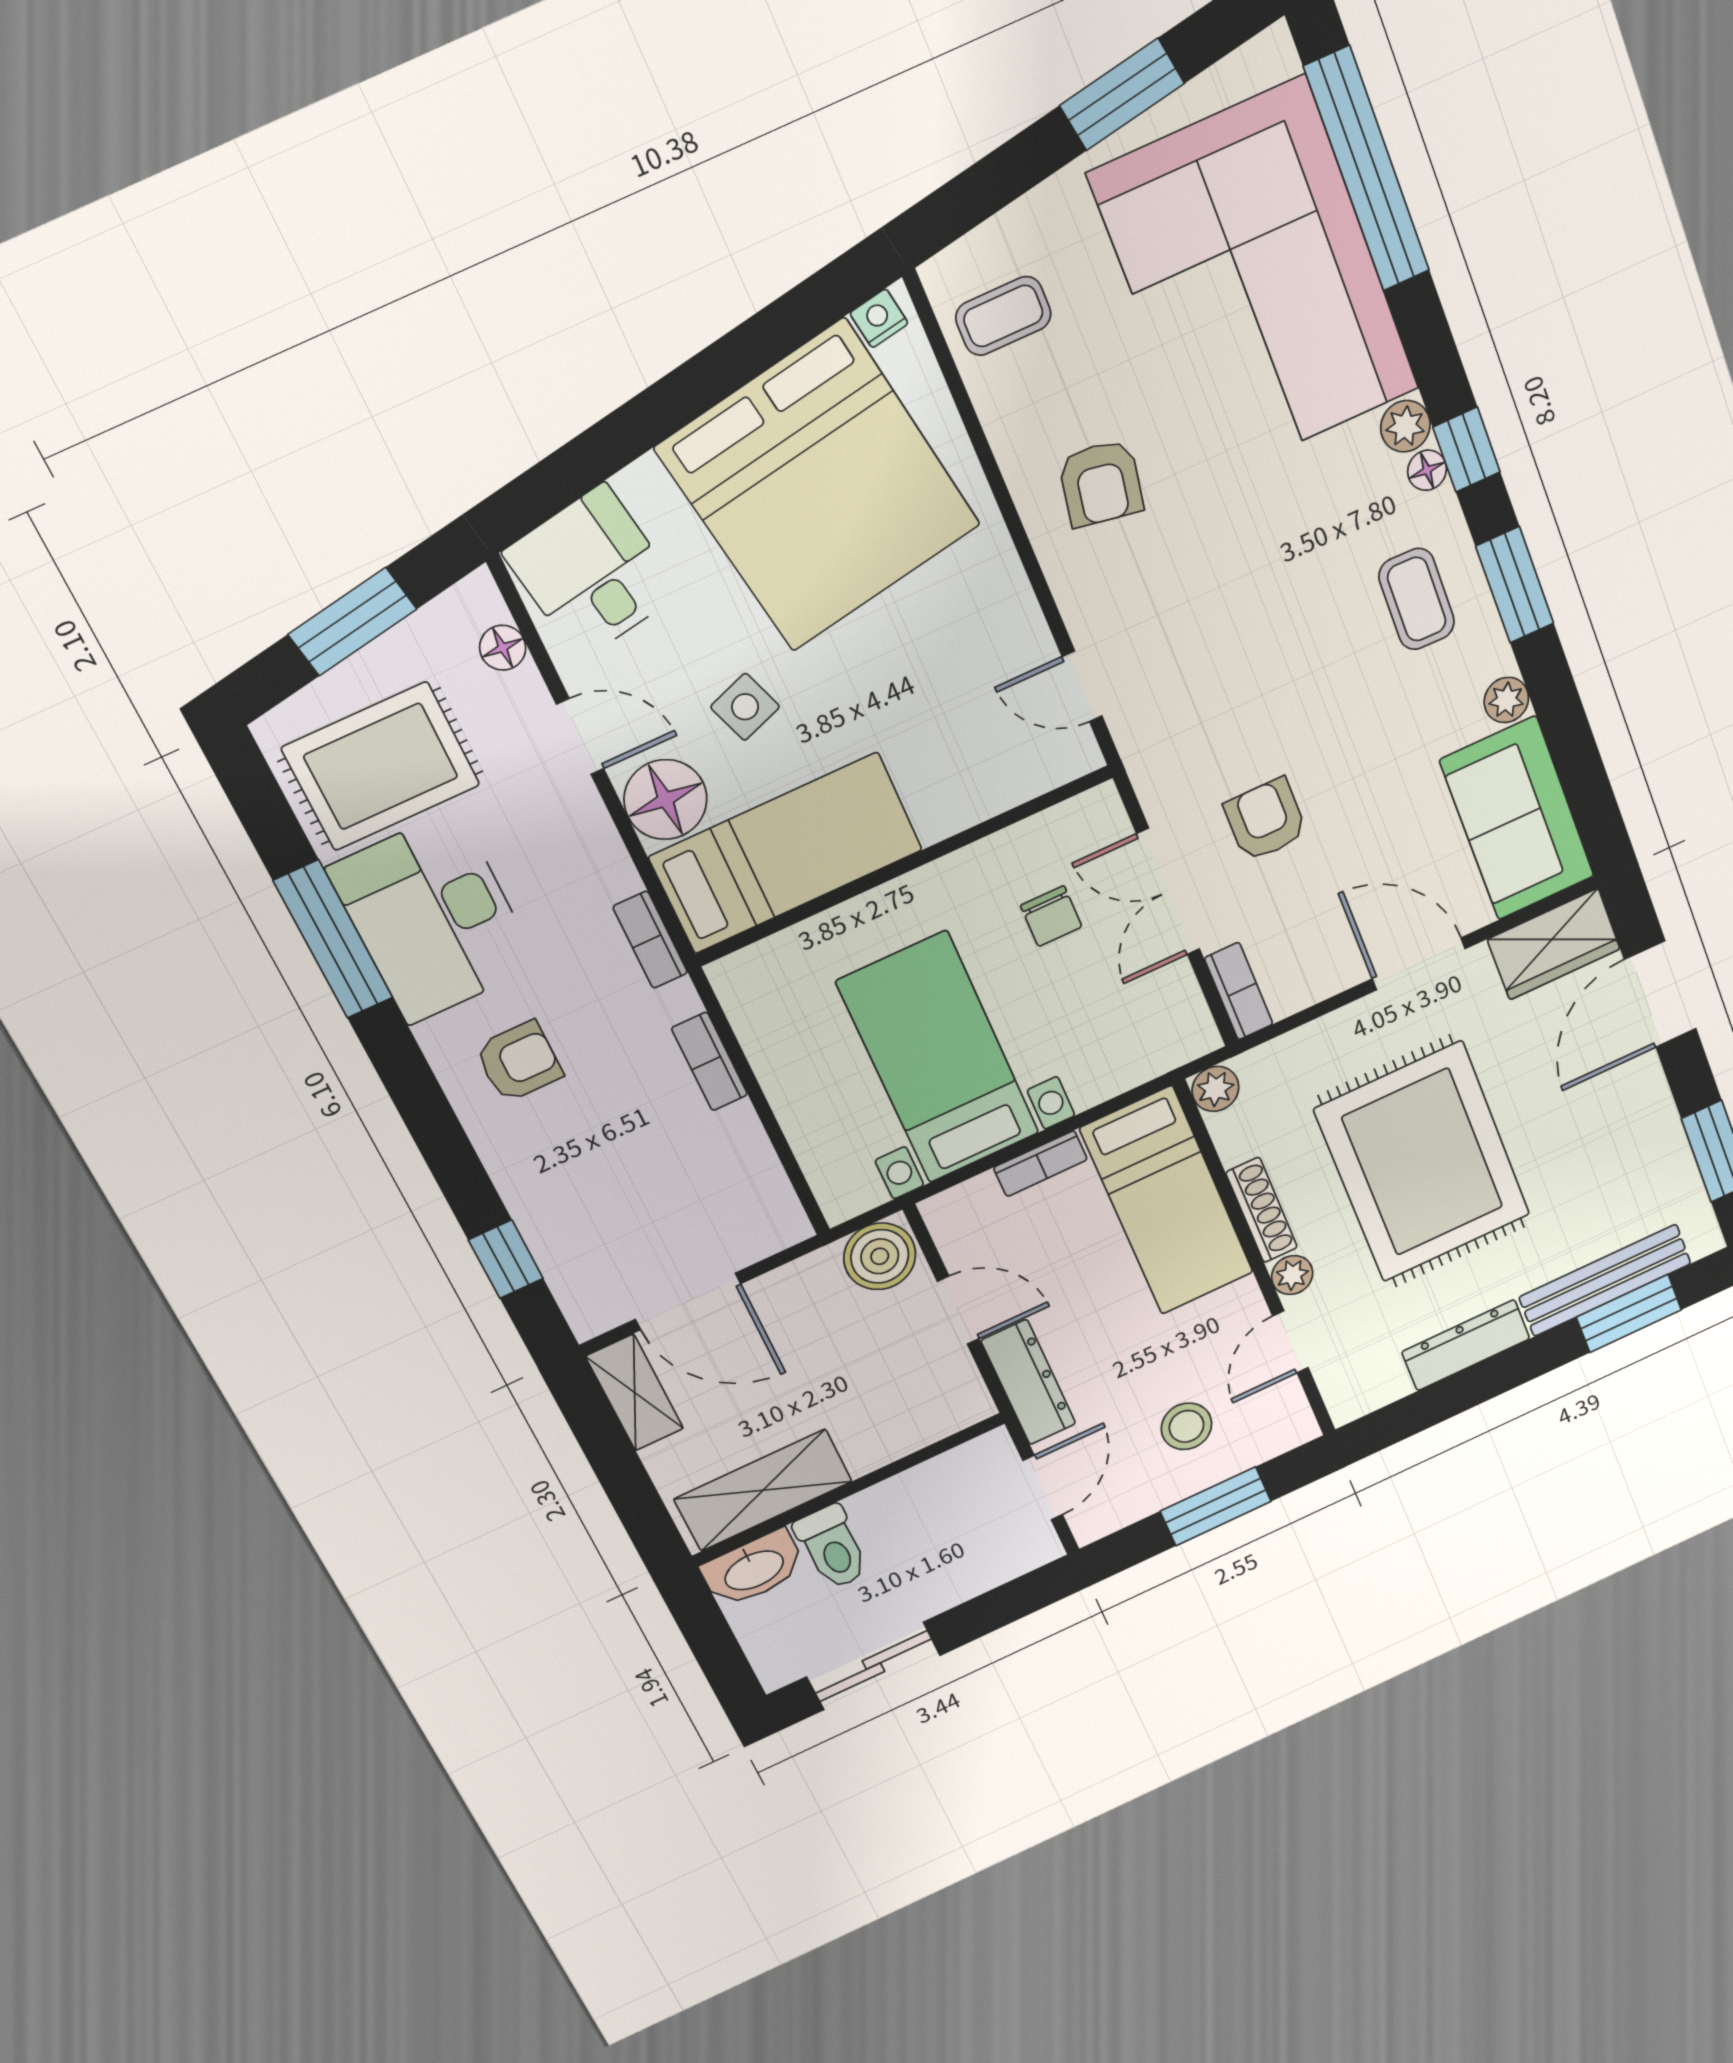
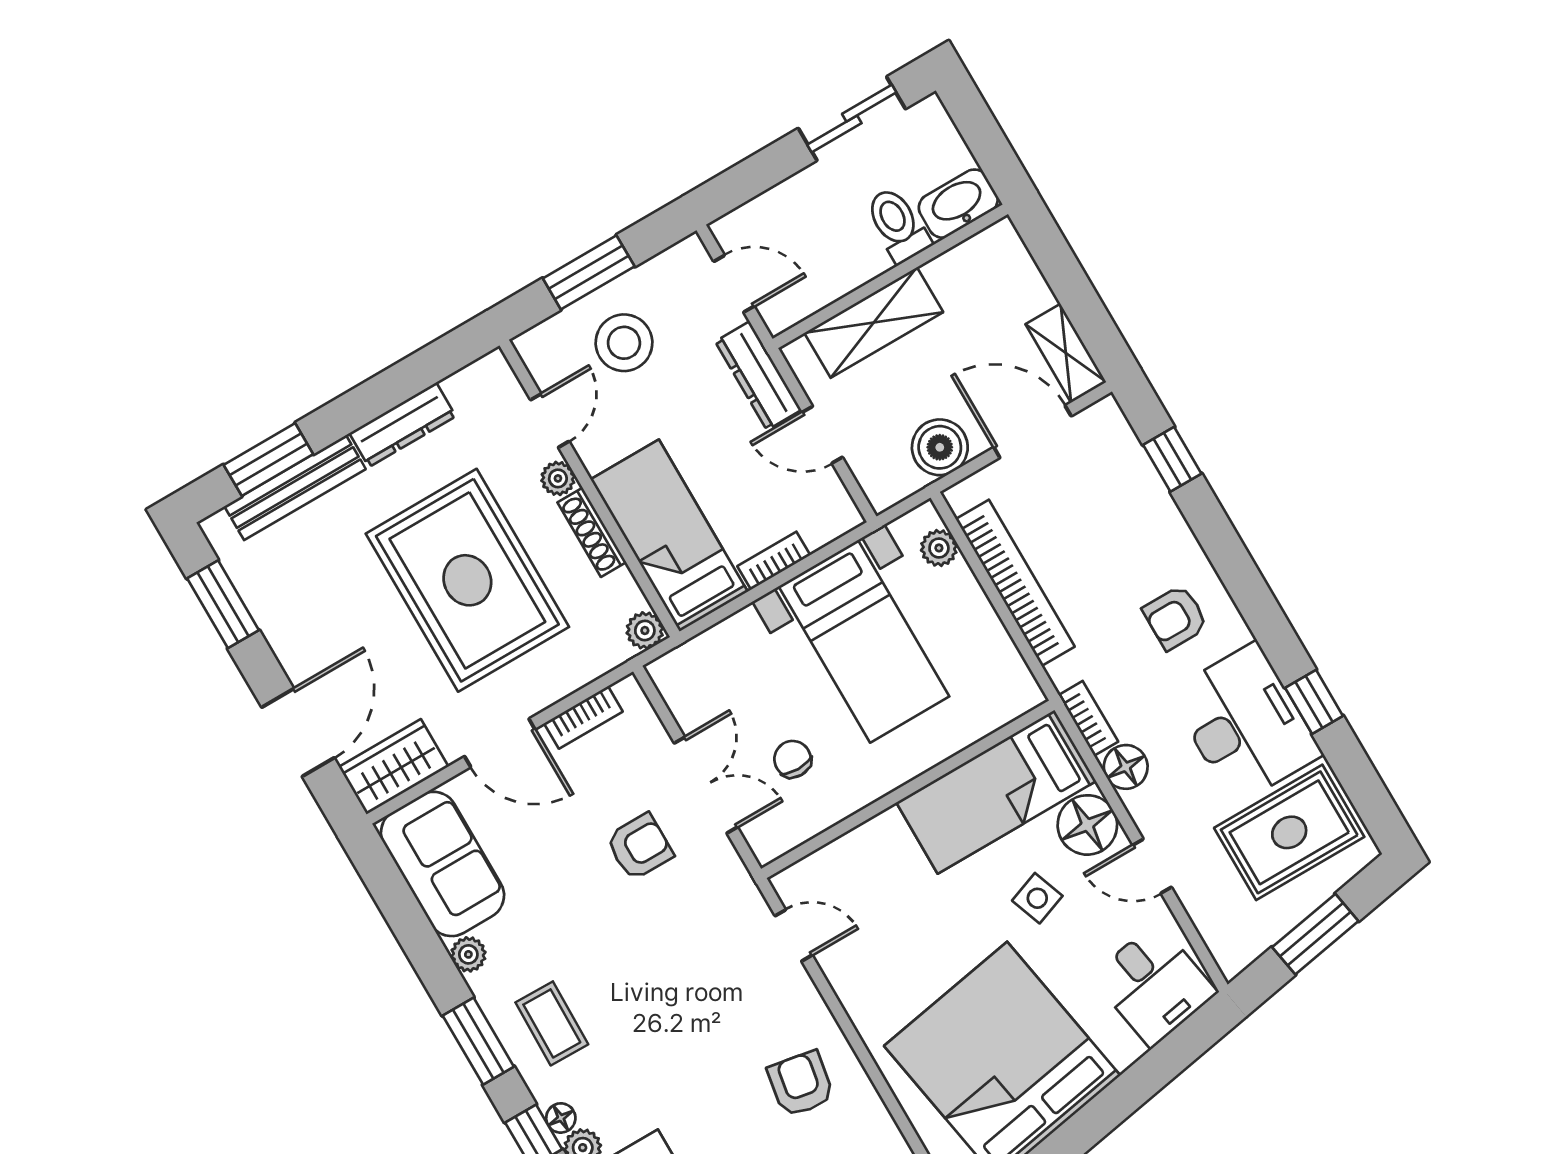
floor lamp: (503, 648) -> (1126, 767), moved, width x1.37, depth x1.37
armchair: (1266, 820) -> (640, 847), turned -90
window: (333, 939) -> (1314, 702), width x0.46
bookcase: (1239, 991) -> (583, 717), moved, turned -90
bookcase: (710, 1061) -> (1015, 583), width x2.31, depth x1.31
plant: (826, 1167) -> (939, 548), added
boiler: (880, 1256) -> (940, 447), moved
stool: (1186, 1426) -> (624, 343), width x1.38, depth x1.38
door: (1043, 1488) -> (734, 284), swing flipped
shelving: (763, 1490) -> (874, 323), moved

